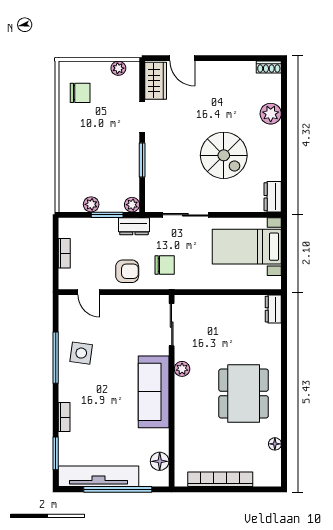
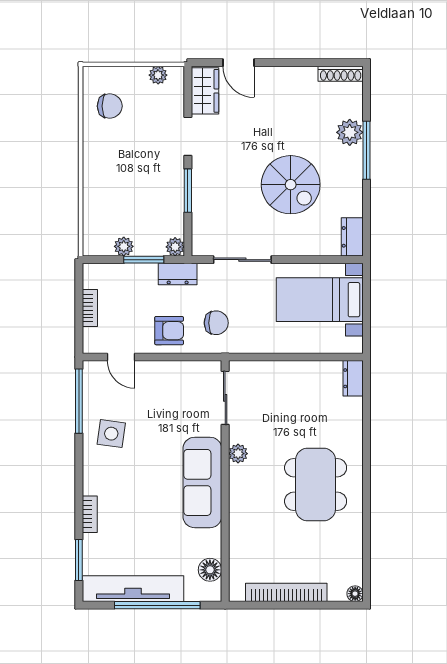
shoe rack: (269, 67) -> (341, 74), width x1.43
window: (284, 128) -> (366, 150), added
window: (56, 358) -> (79, 401), moved
floor lamp: (275, 444) -> (355, 594), moved

